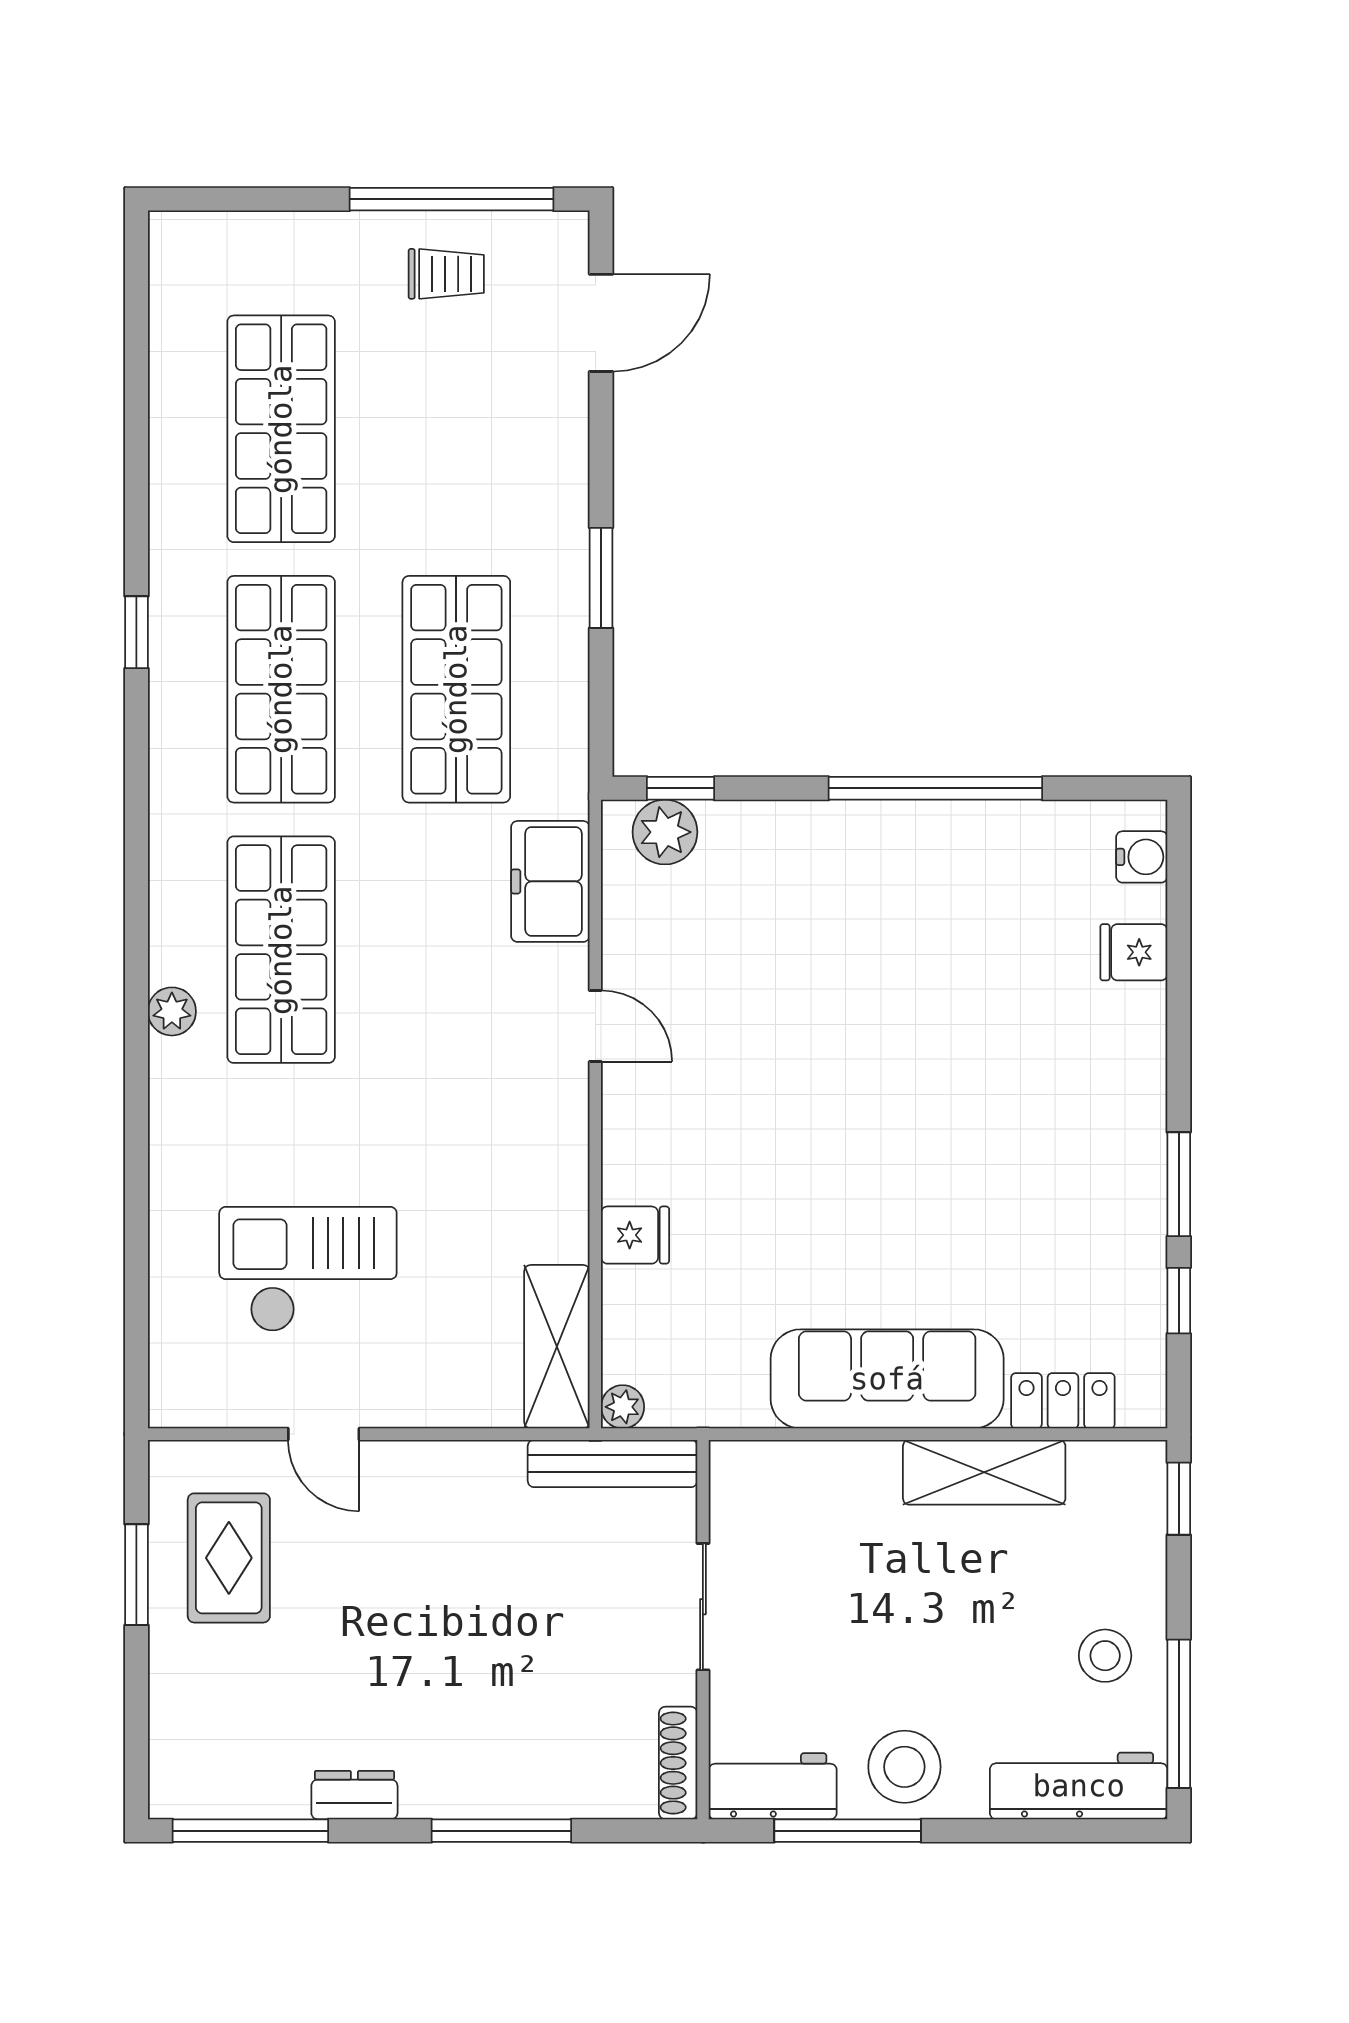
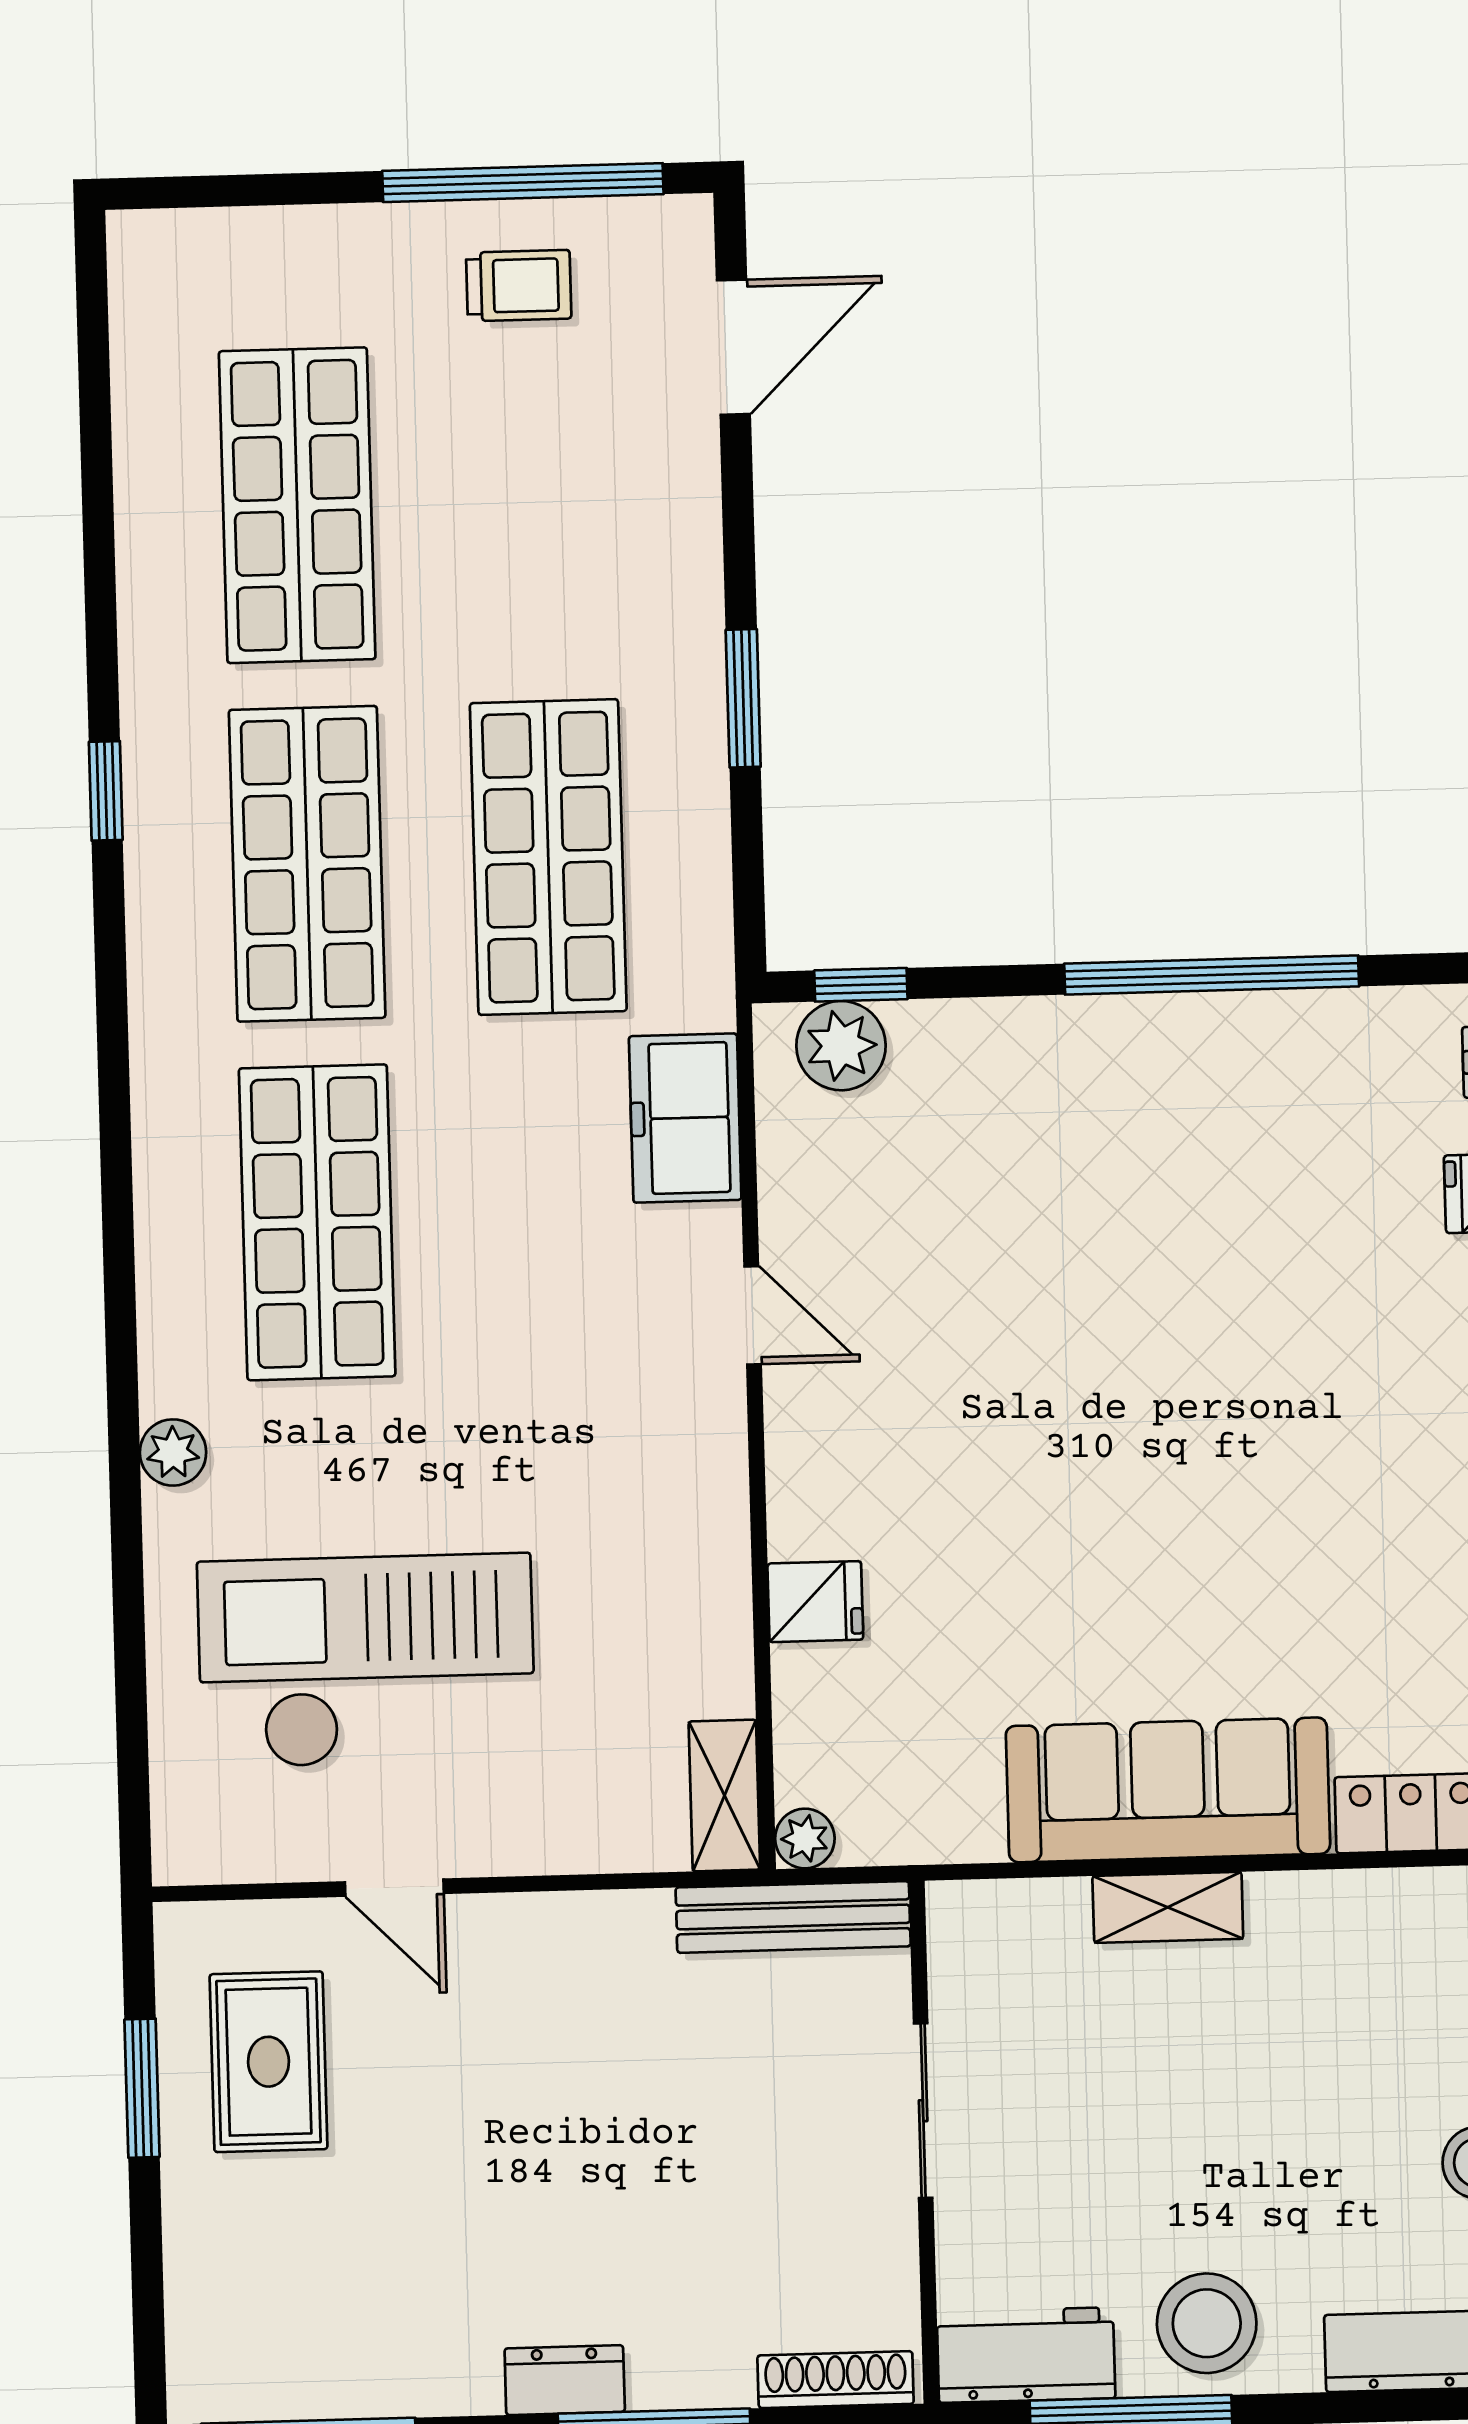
plant: (172, 1011) -> (173, 1452), moved
checkout: (308, 1269) -> (366, 1661), width x1.36, depth x1.21
shelving: (557, 1347) -> (724, 1795), width x0.67, depth x0.75
shelving: (984, 1472) -> (1168, 1907), moved, width x0.67, depth x0.75
shoe rack: (678, 1763) -> (836, 2380), moved, turned 90
dresser: (354, 1795) -> (565, 2380), moved

